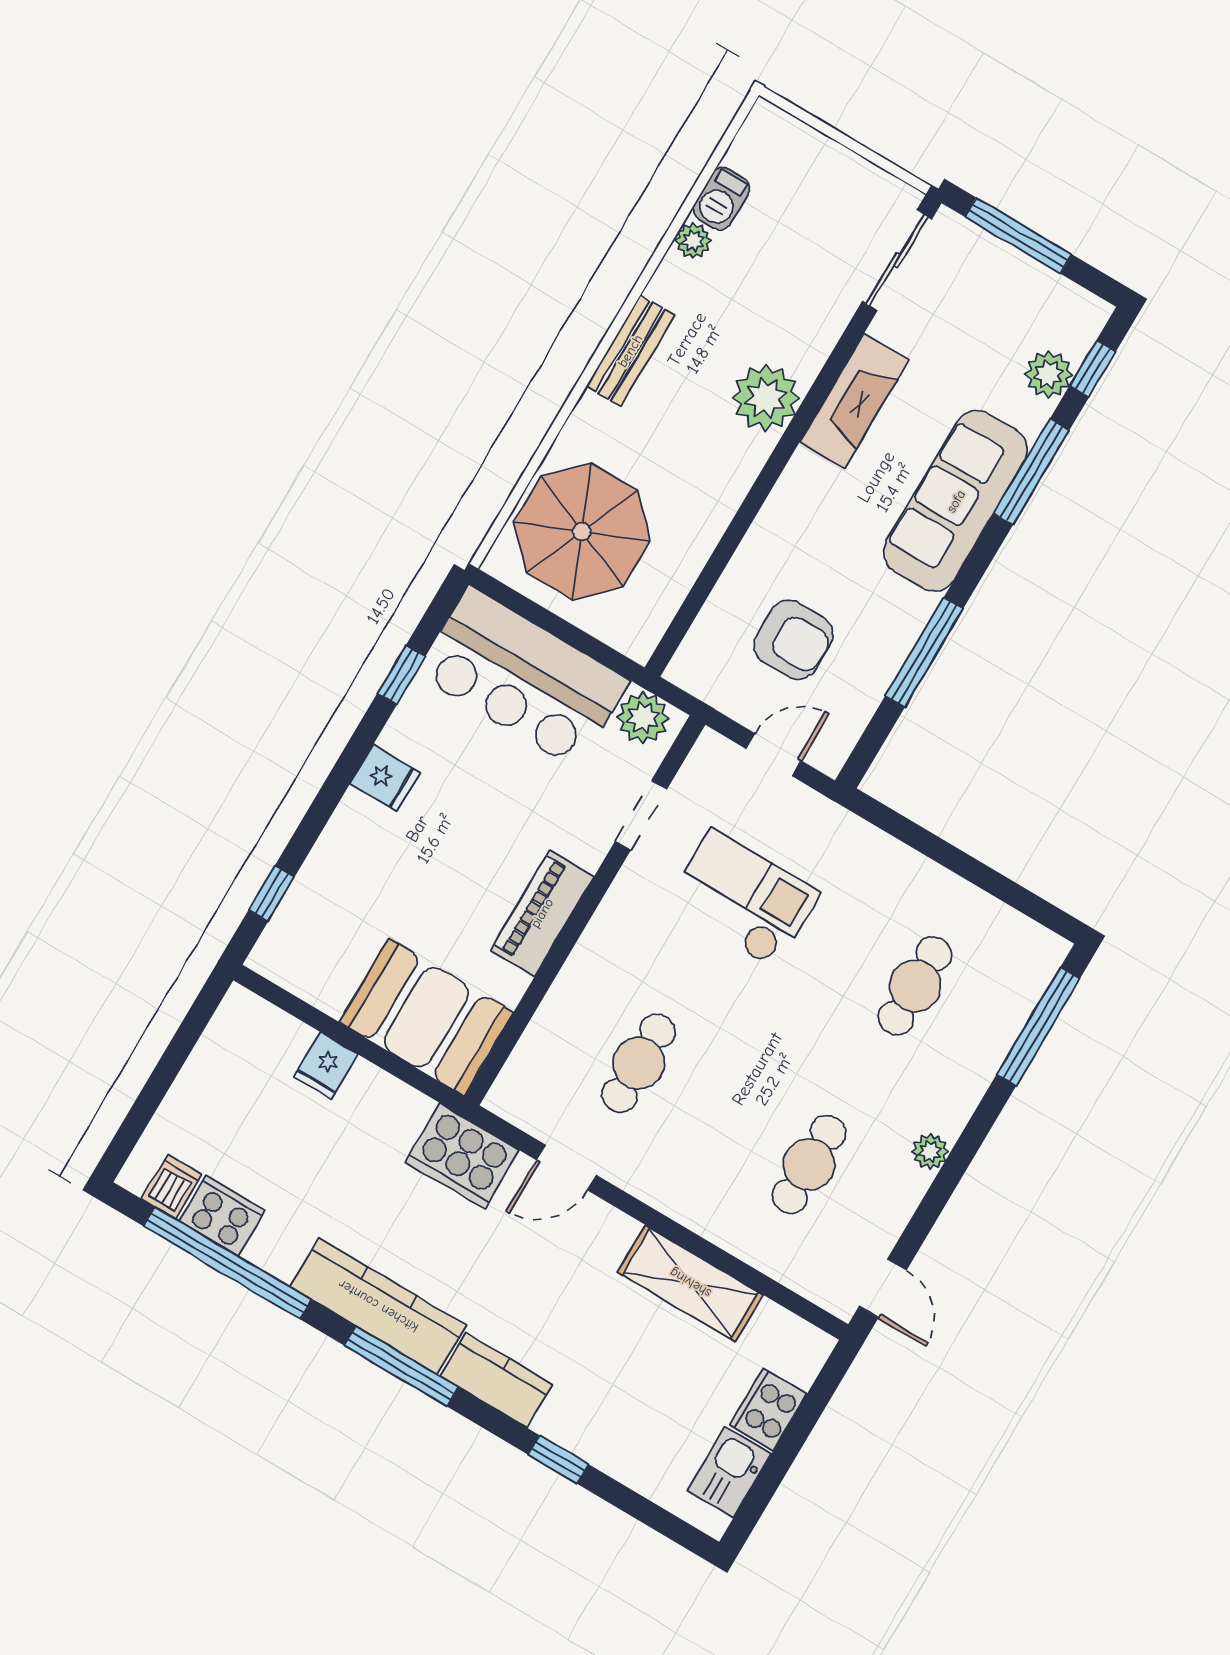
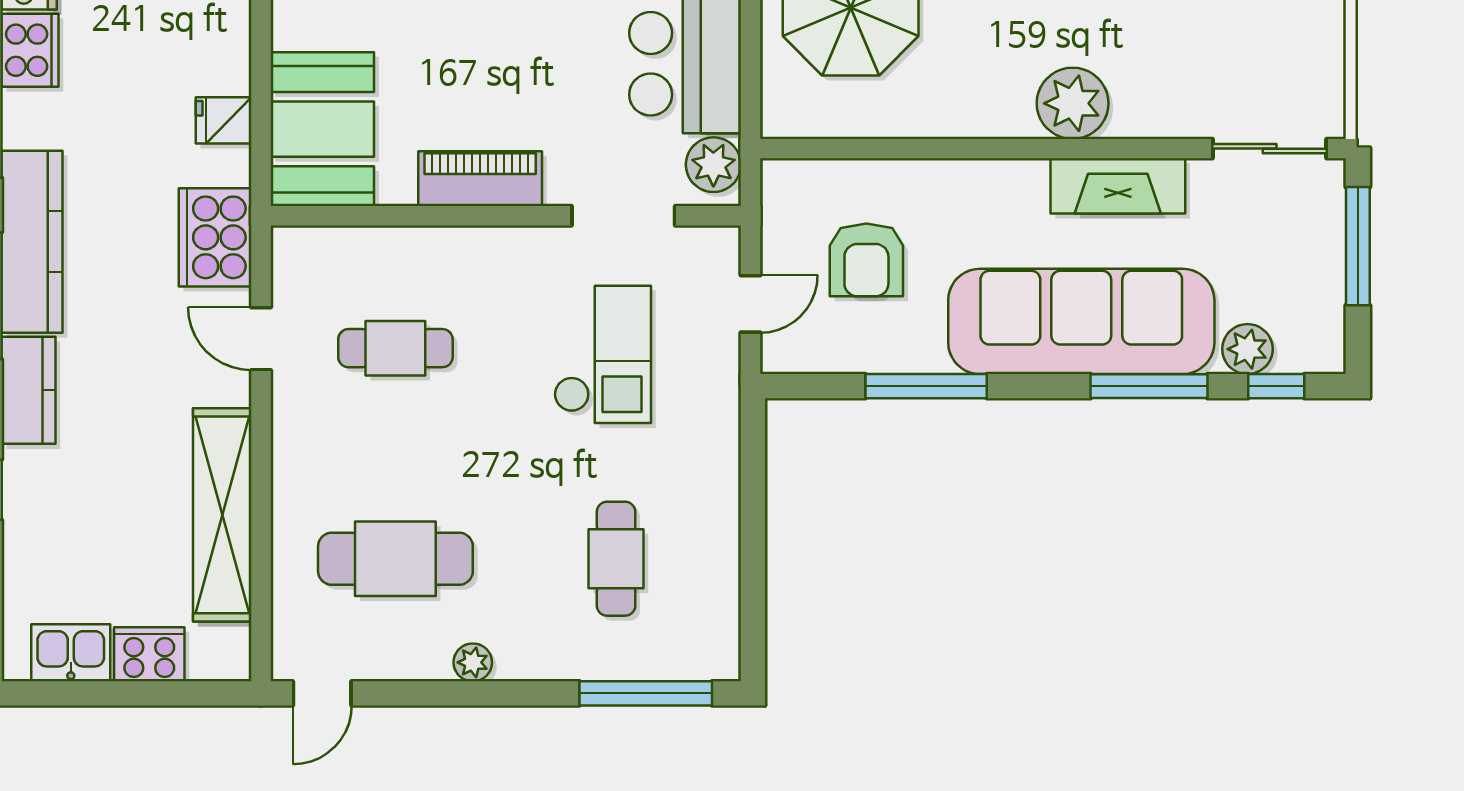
sofa: (956, 501) -> (1081, 321), width x1.36, depth x1.27
door: (773, 755) -> (751, 304), hinge flipped
doorway: (641, 815) -> (623, 216), width x1.38
cafe table: (915, 986) -> (616, 559), turned 90
fridge: (326, 1066) -> (224, 120), moved
cafe table: (809, 1164) -> (395, 559), width x1.37, depth x1.35
shelving: (690, 1283) -> (222, 515), width x1.47

